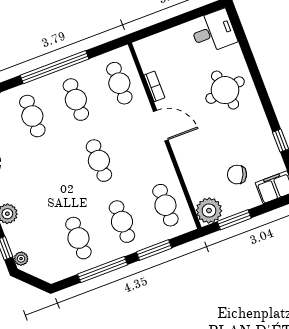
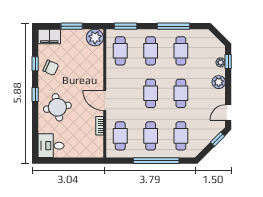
window: (264, 96) -> (35, 95), added
chair: (237, 175) -> (51, 68), moved
cafe table: (55, 177) -> (181, 93), added
window: (234, 220) -> (72, 26), moved
window: (154, 250) -> (125, 26), moved
plant: (21, 259) -> (221, 62), moved

